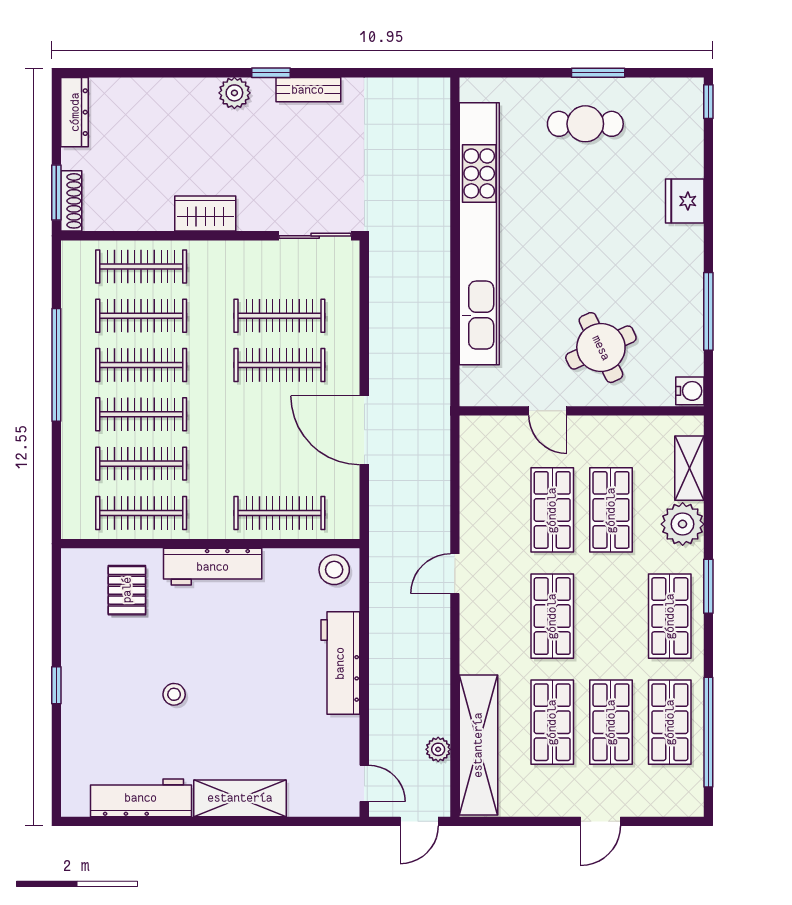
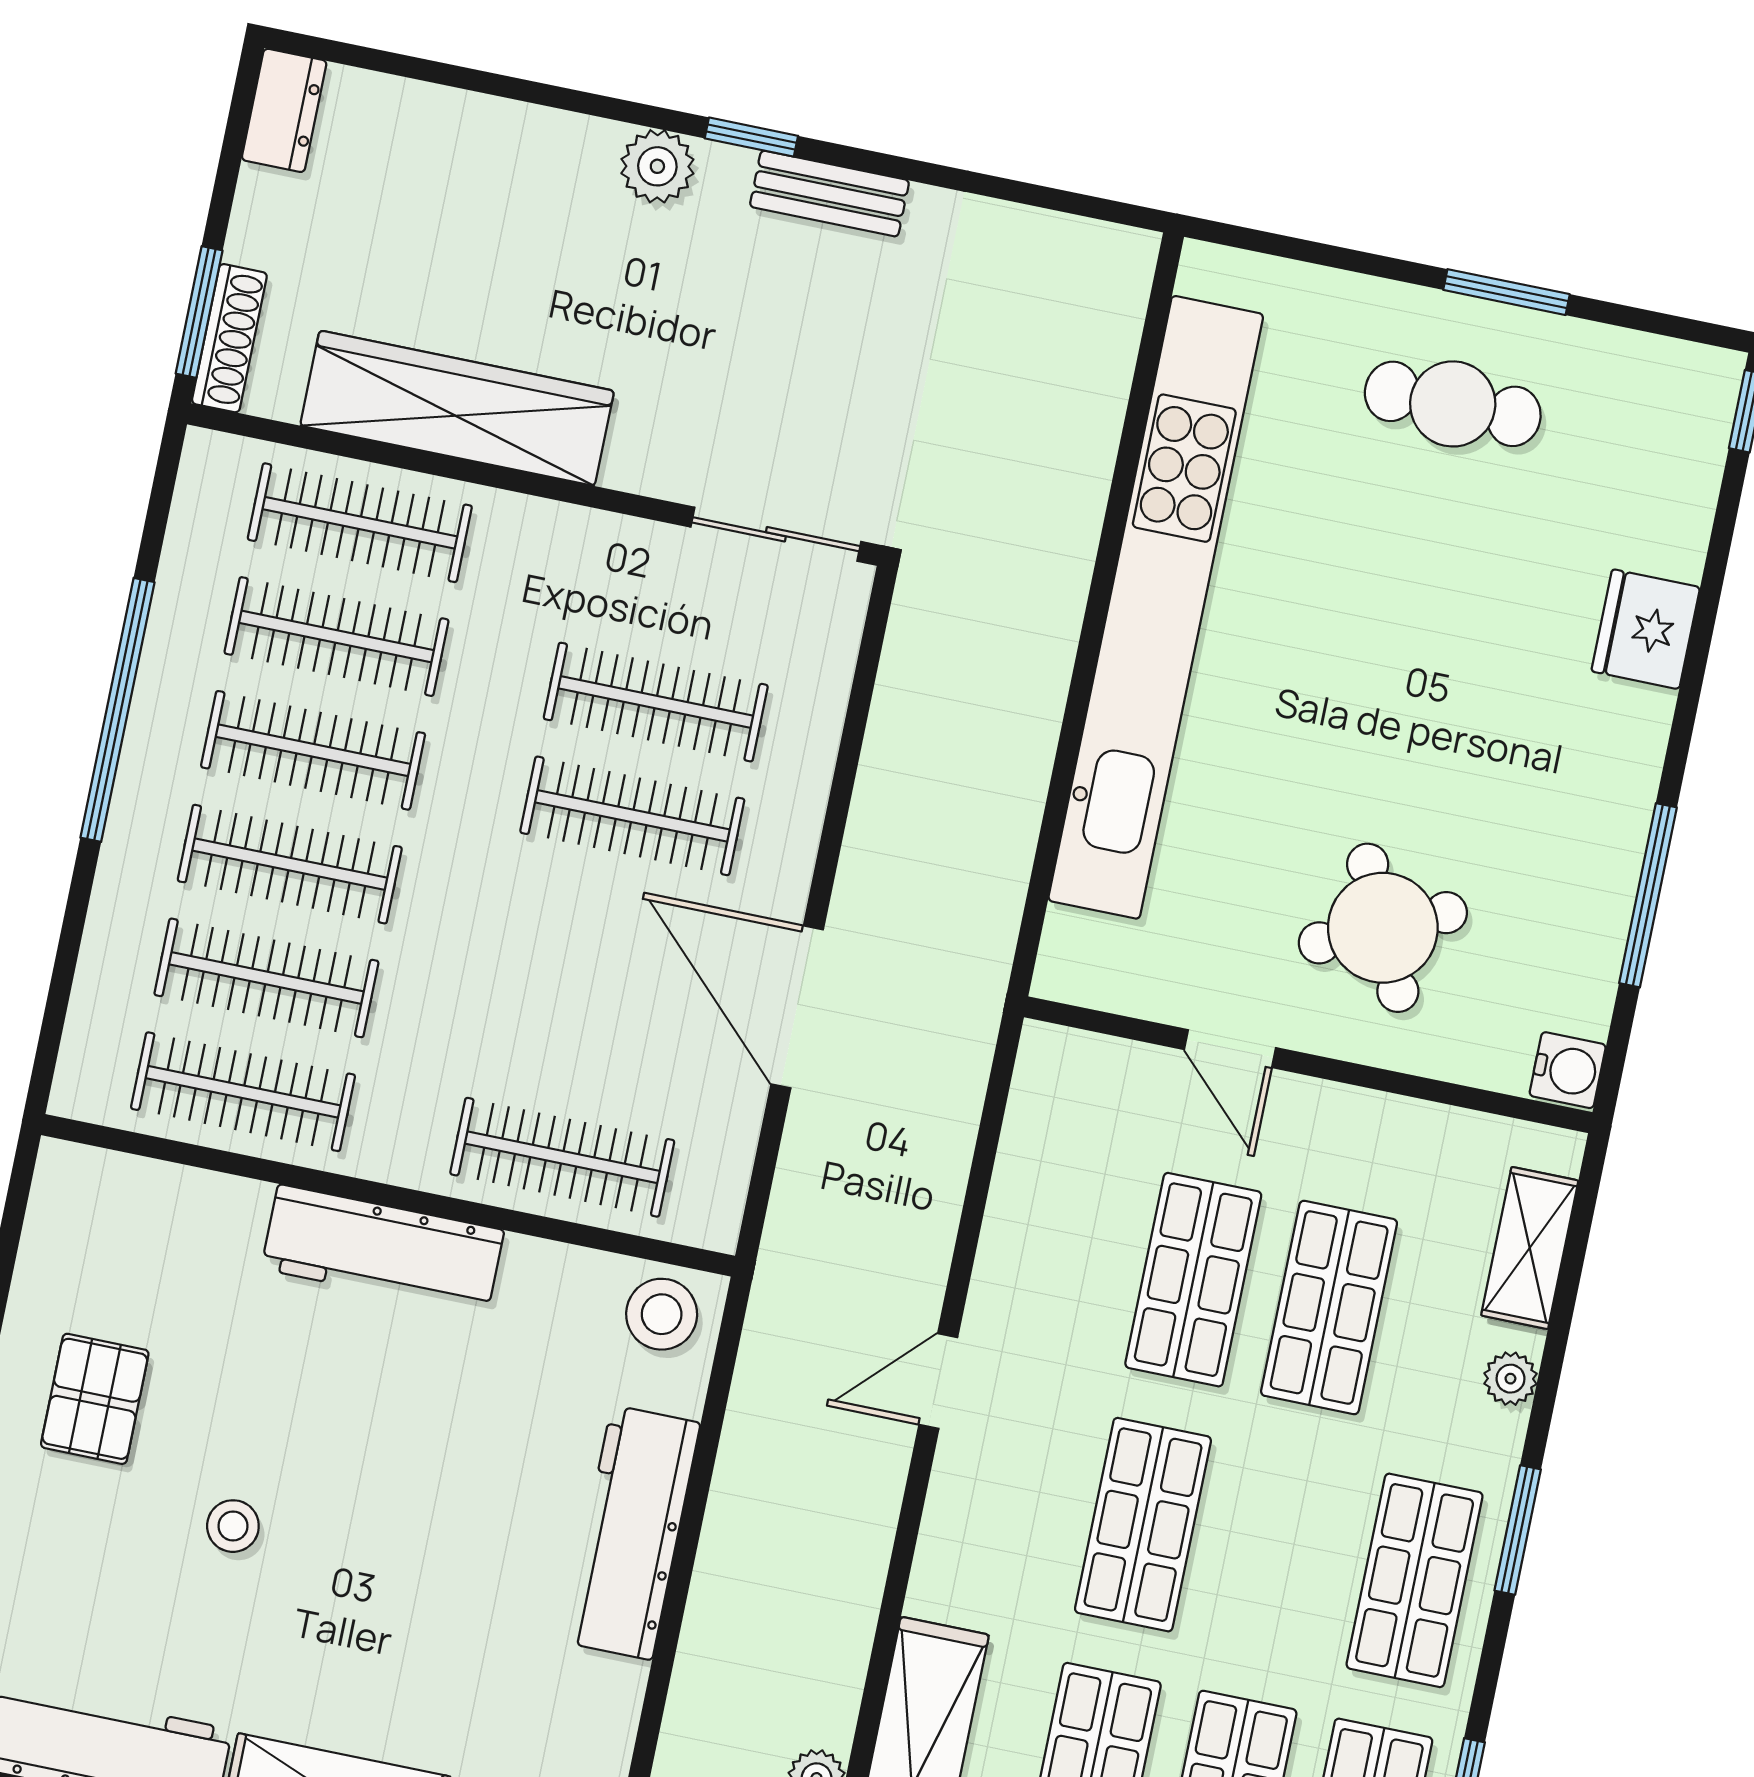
dresser: (75, 112) -> (284, 110), width x0.70
wardrobe: (205, 214) -> (457, 408), width x2.10, depth x1.17
plant: (683, 524) -> (1510, 1379), width x0.53, depth x0.53
pallet: (127, 590) -> (95, 1399), moved

